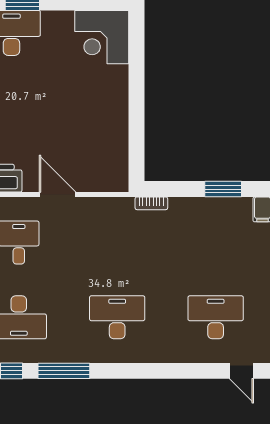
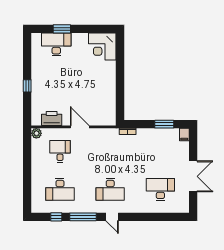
desk: (117, 317) -> (110, 189), turned 180
door: (241, 371) -> (112, 217), moved

